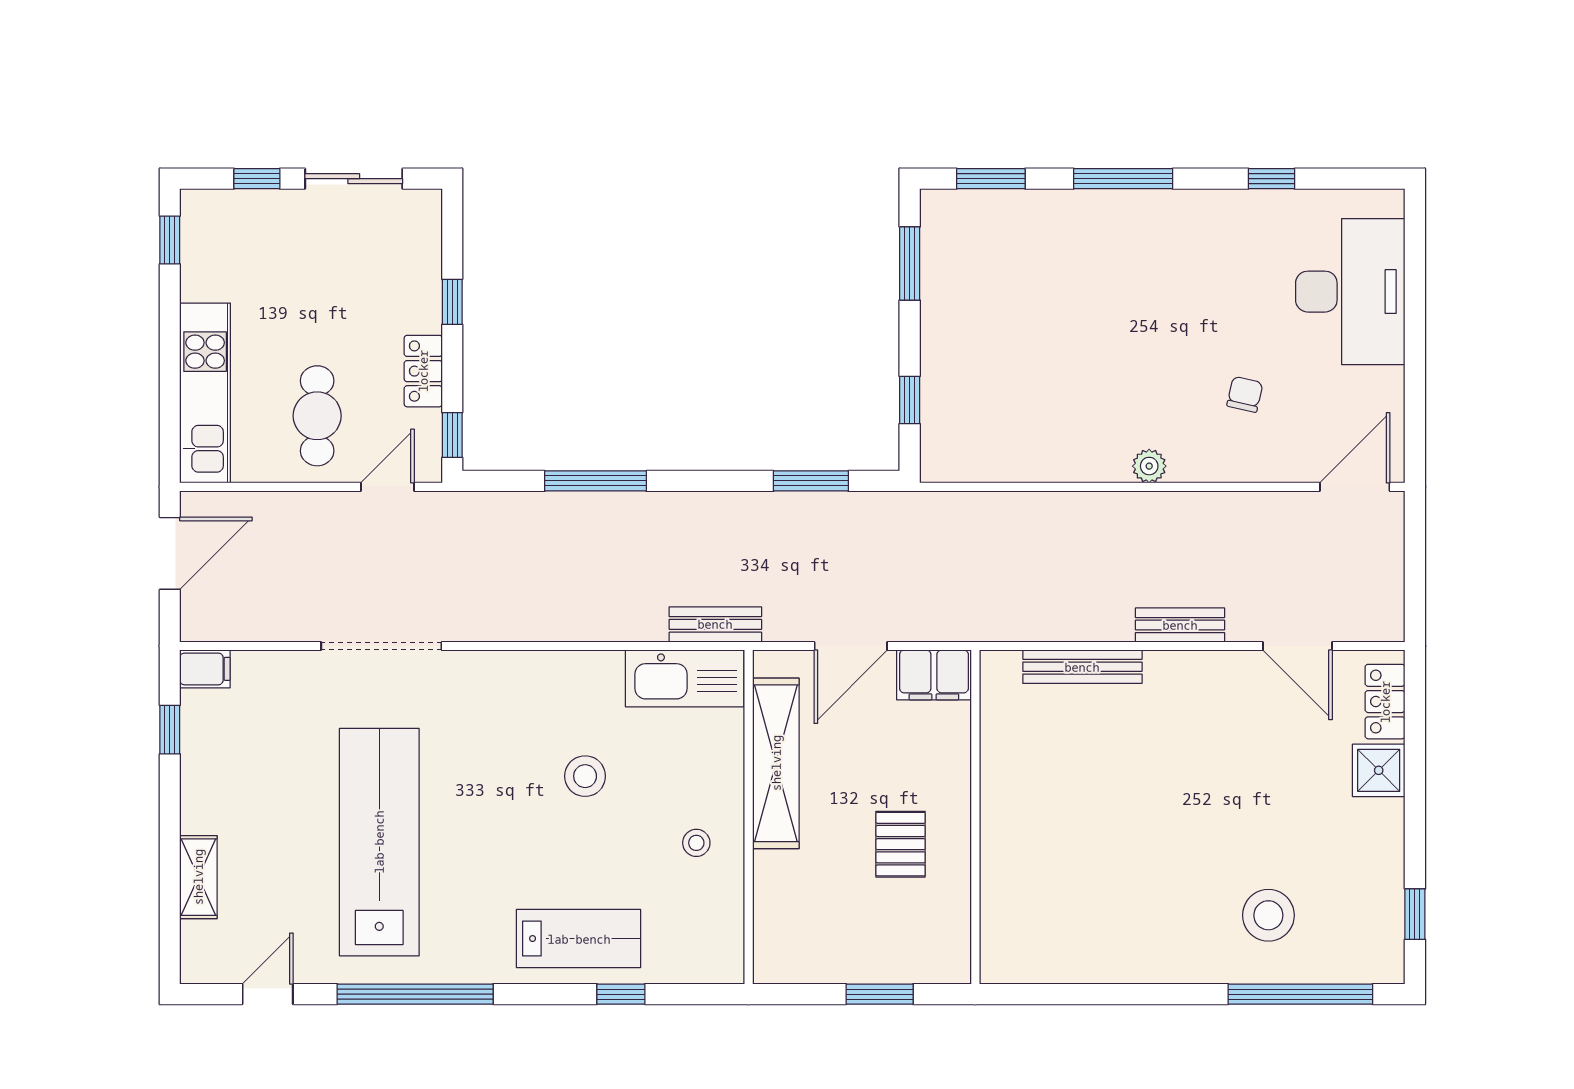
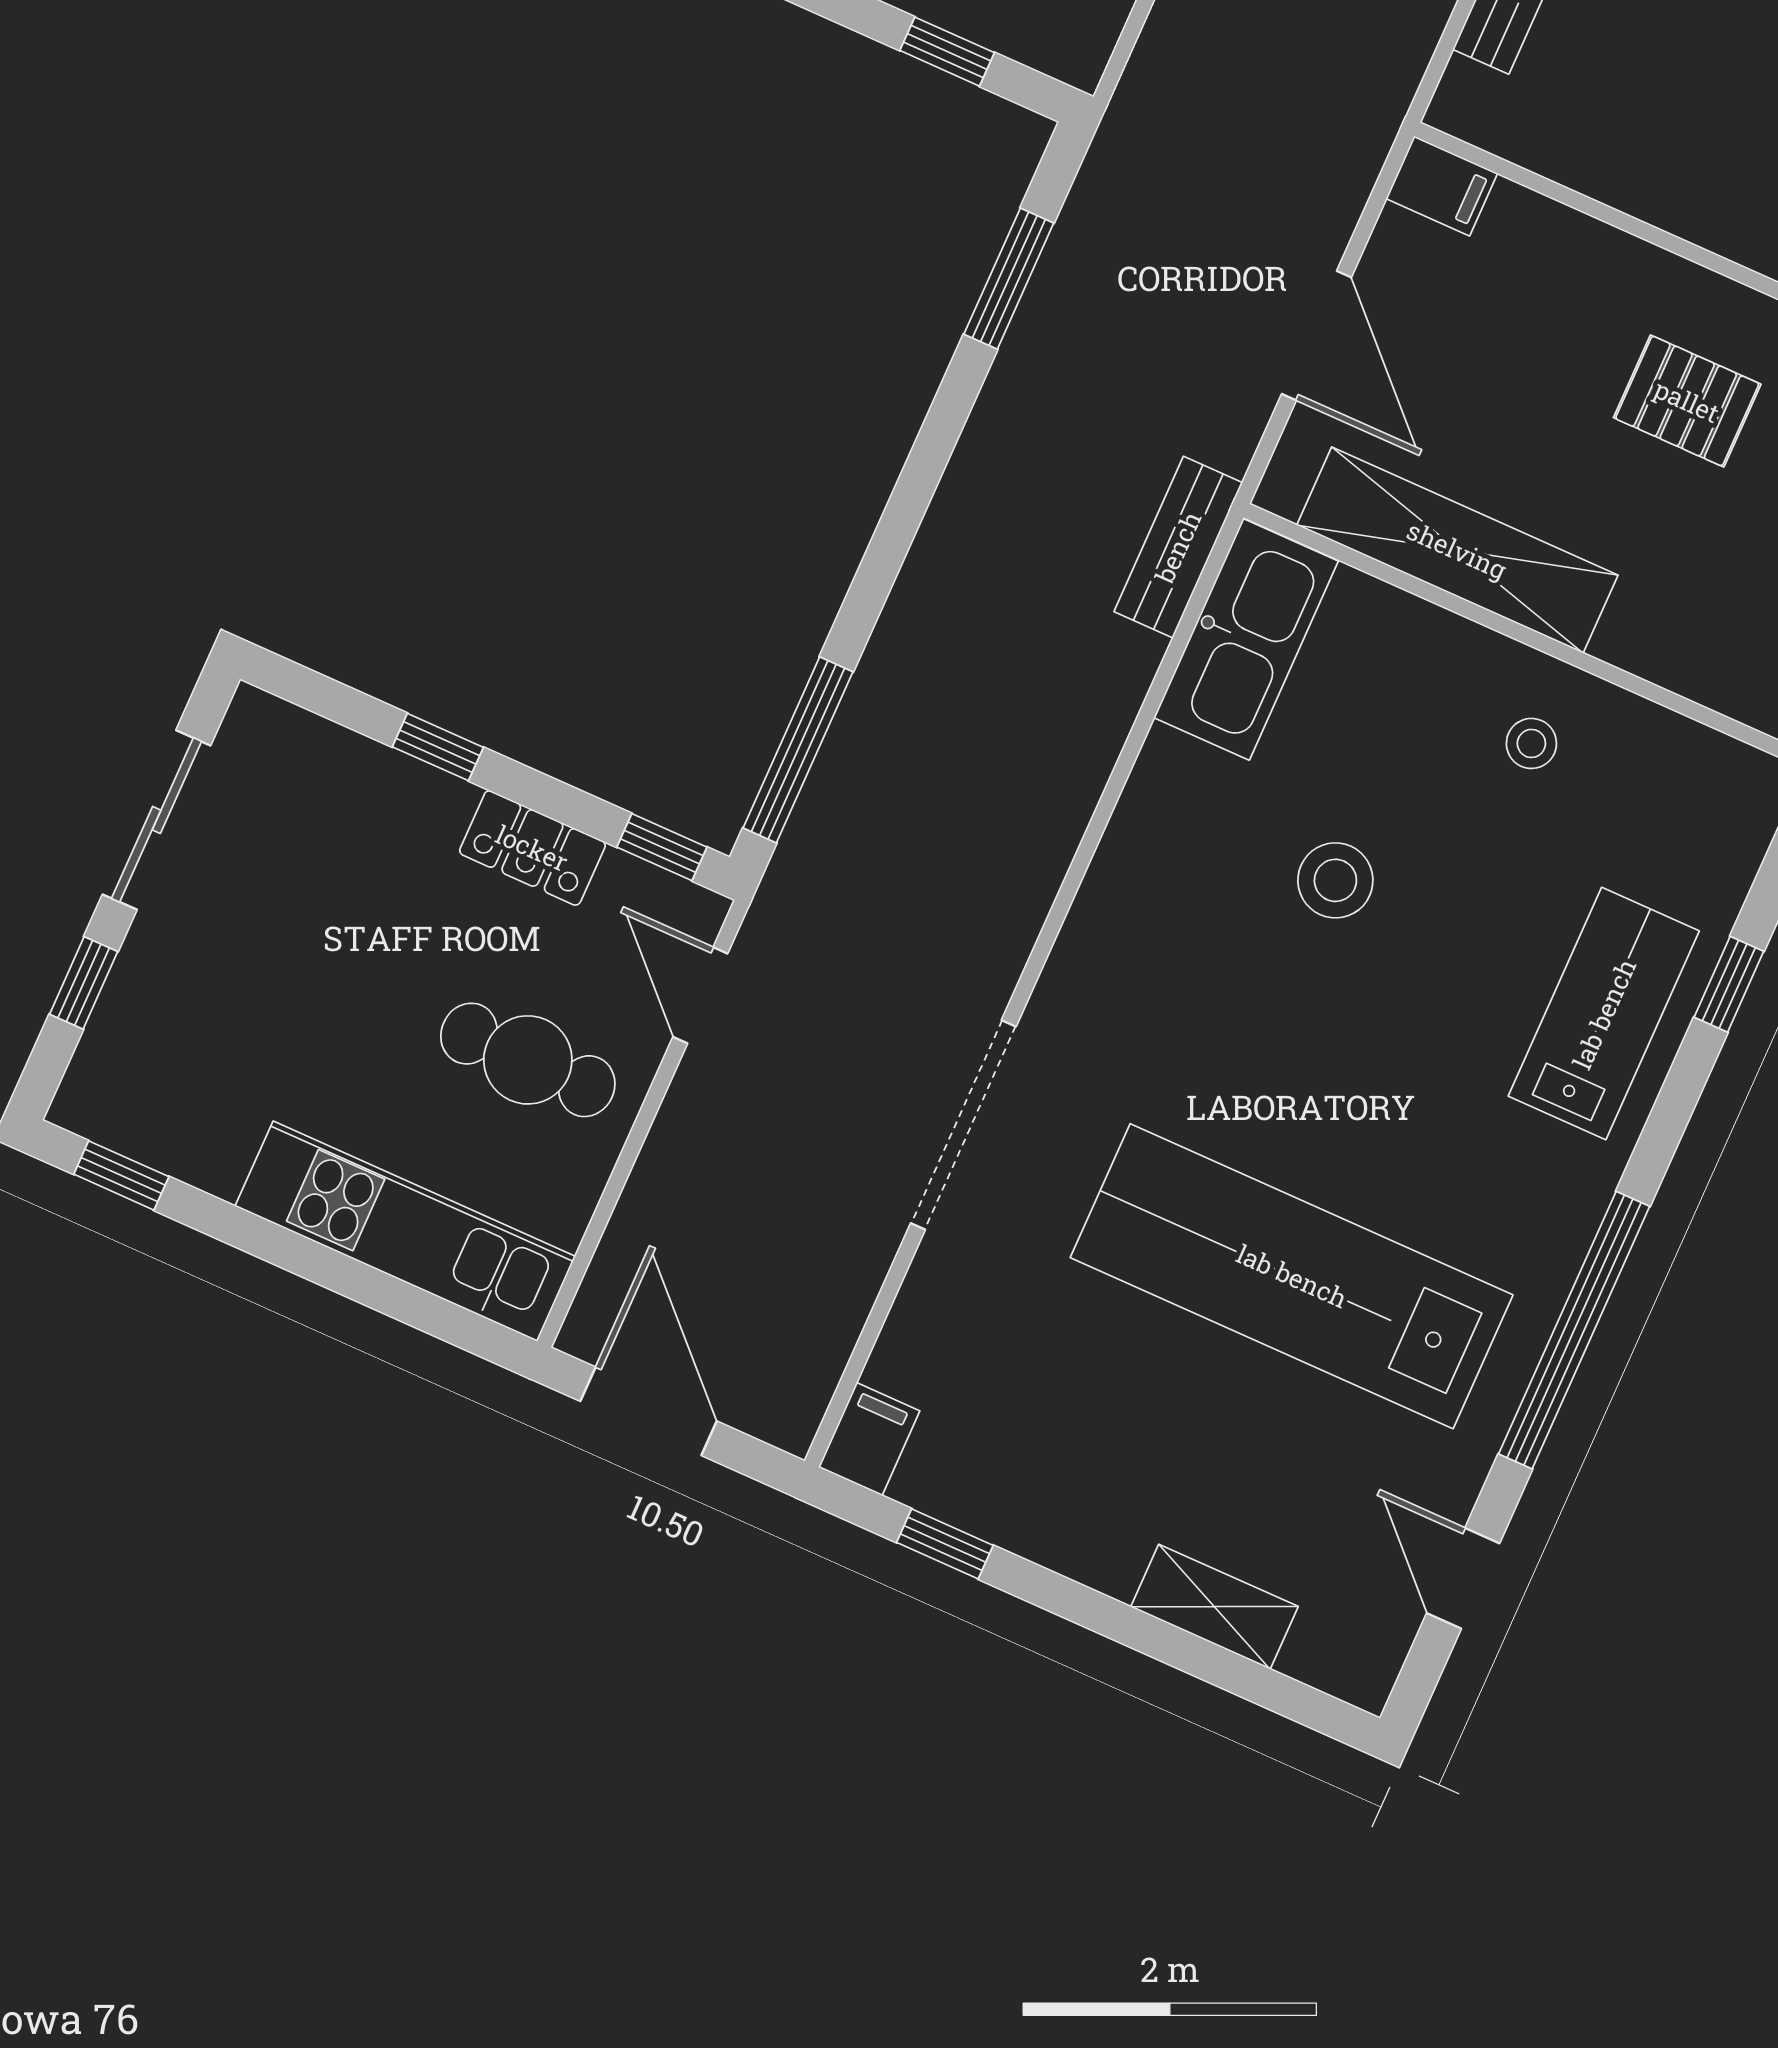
window: (596, 481) -> (798, 750), moved
filing cabinet: (934, 675) -> (1442, 186), width x0.50

